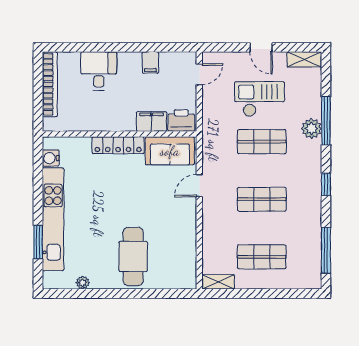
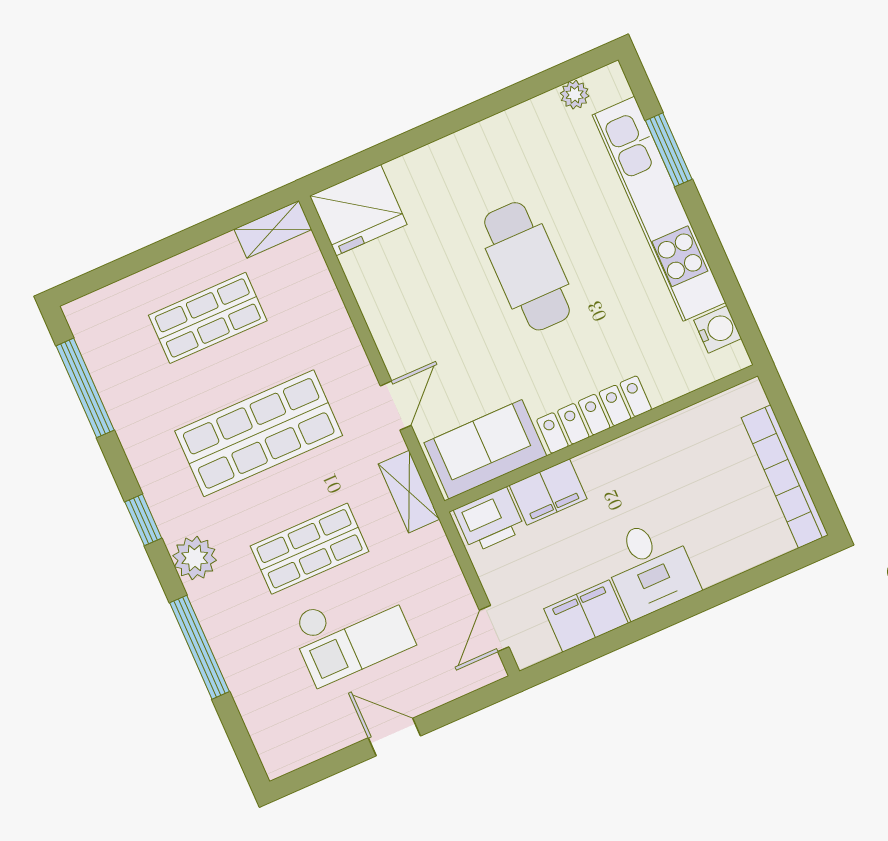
shelving: (304, 59) -> (409, 492), moved, turned 90
filing cabinet: (150, 63) -> (586, 616), width x2.00
desk: (99, 71) -> (650, 568), moved
plant: (311, 129) -> (195, 558), moved
shop shelf: (262, 199) -> (259, 433), width x1.43, depth x1.36
cafe table: (133, 256) -> (527, 266), moved
fridge: (179, 274) -> (358, 210), added
plant: (83, 283) -> (575, 95), moved

